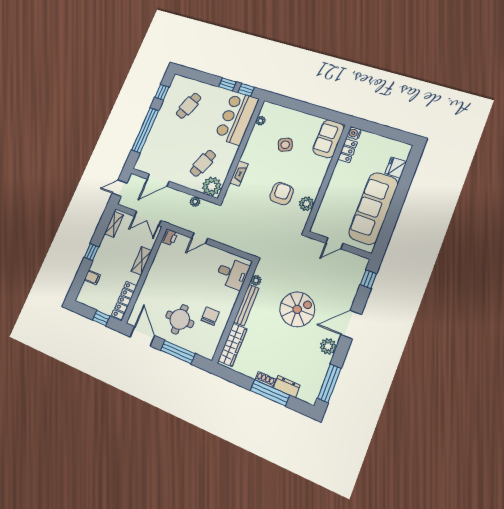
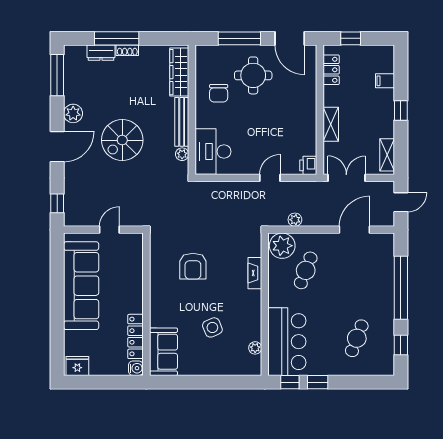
locker: (348, 151) -> (135, 336), width x1.53
fridge: (396, 168) -> (77, 366), moved, turned -90
plant: (307, 204) -> (159, 264), removed
desk: (232, 273) -> (213, 152), width x1.37
locker: (124, 301) -> (331, 70), width x0.66

